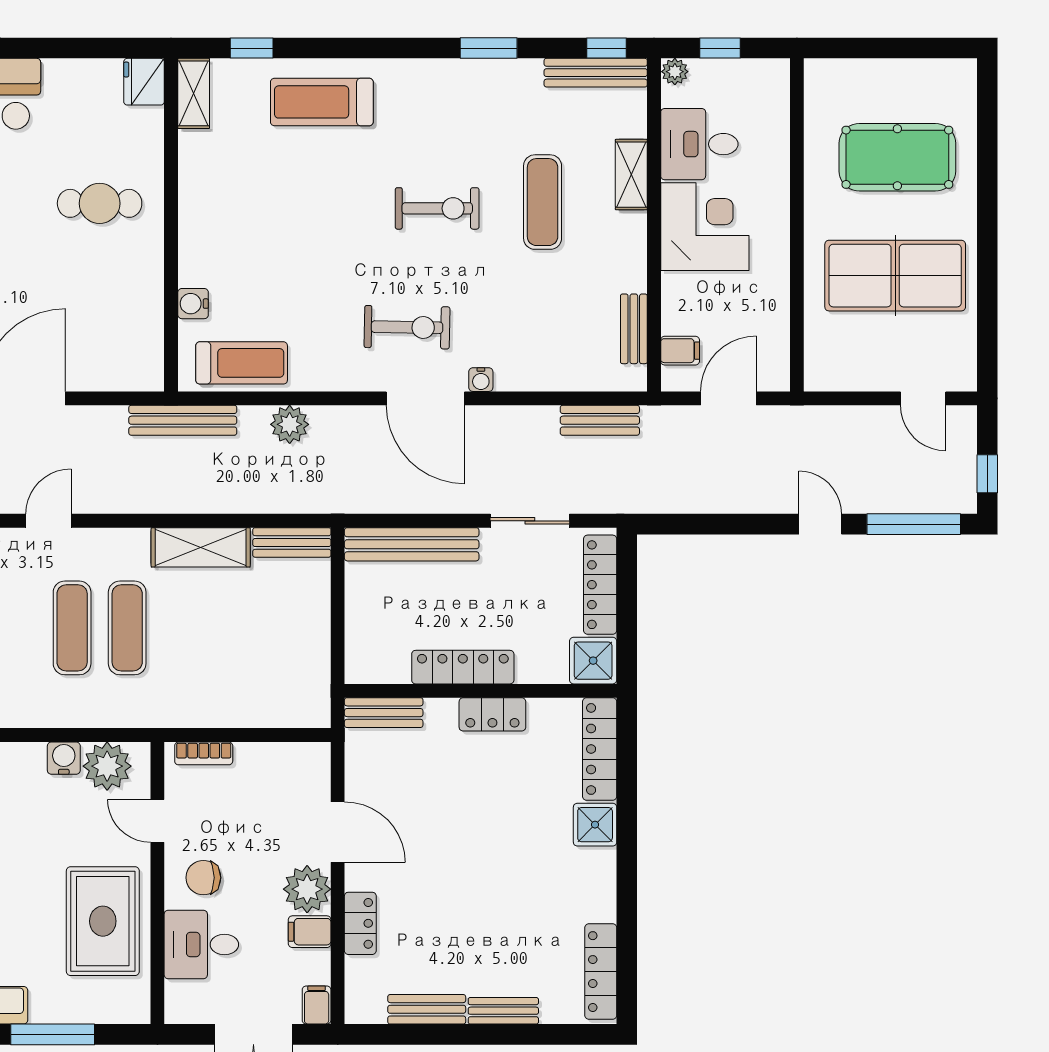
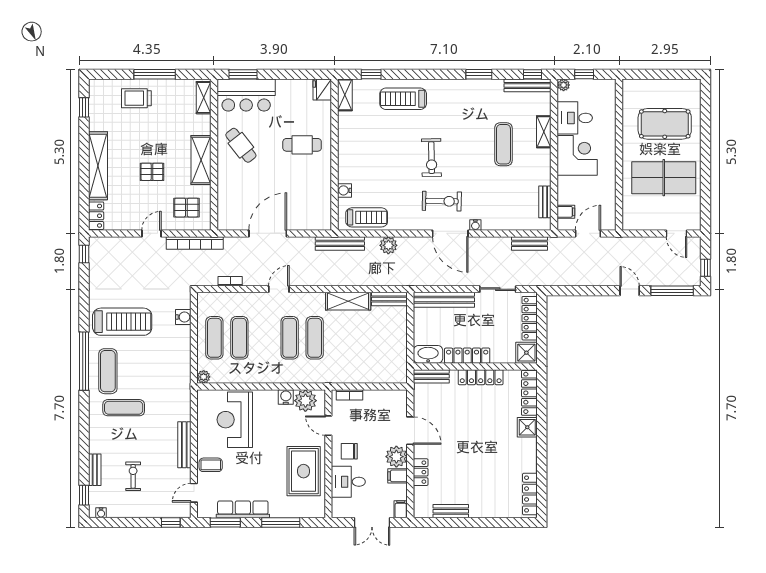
exercise bike: (437, 208) -> (431, 158), moved, turned 89
washbasin: (377, 664) -> (428, 354), added
locker: (492, 714) -> (481, 377), width x1.53
bench: (503, 1011) -> (486, 512), removed

